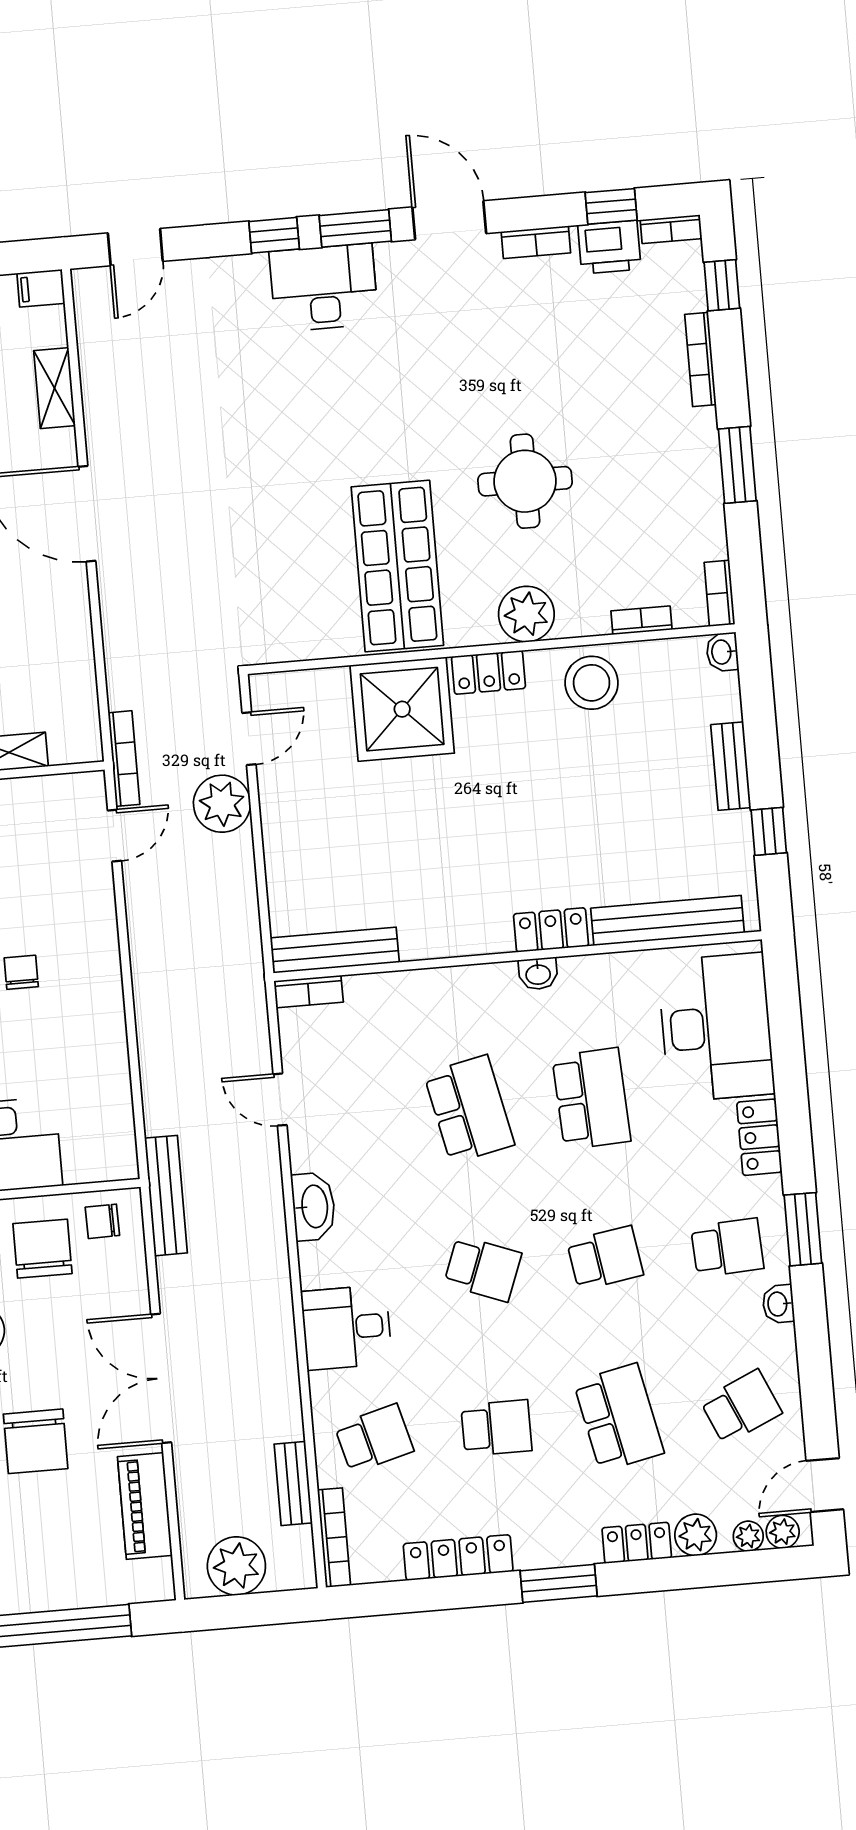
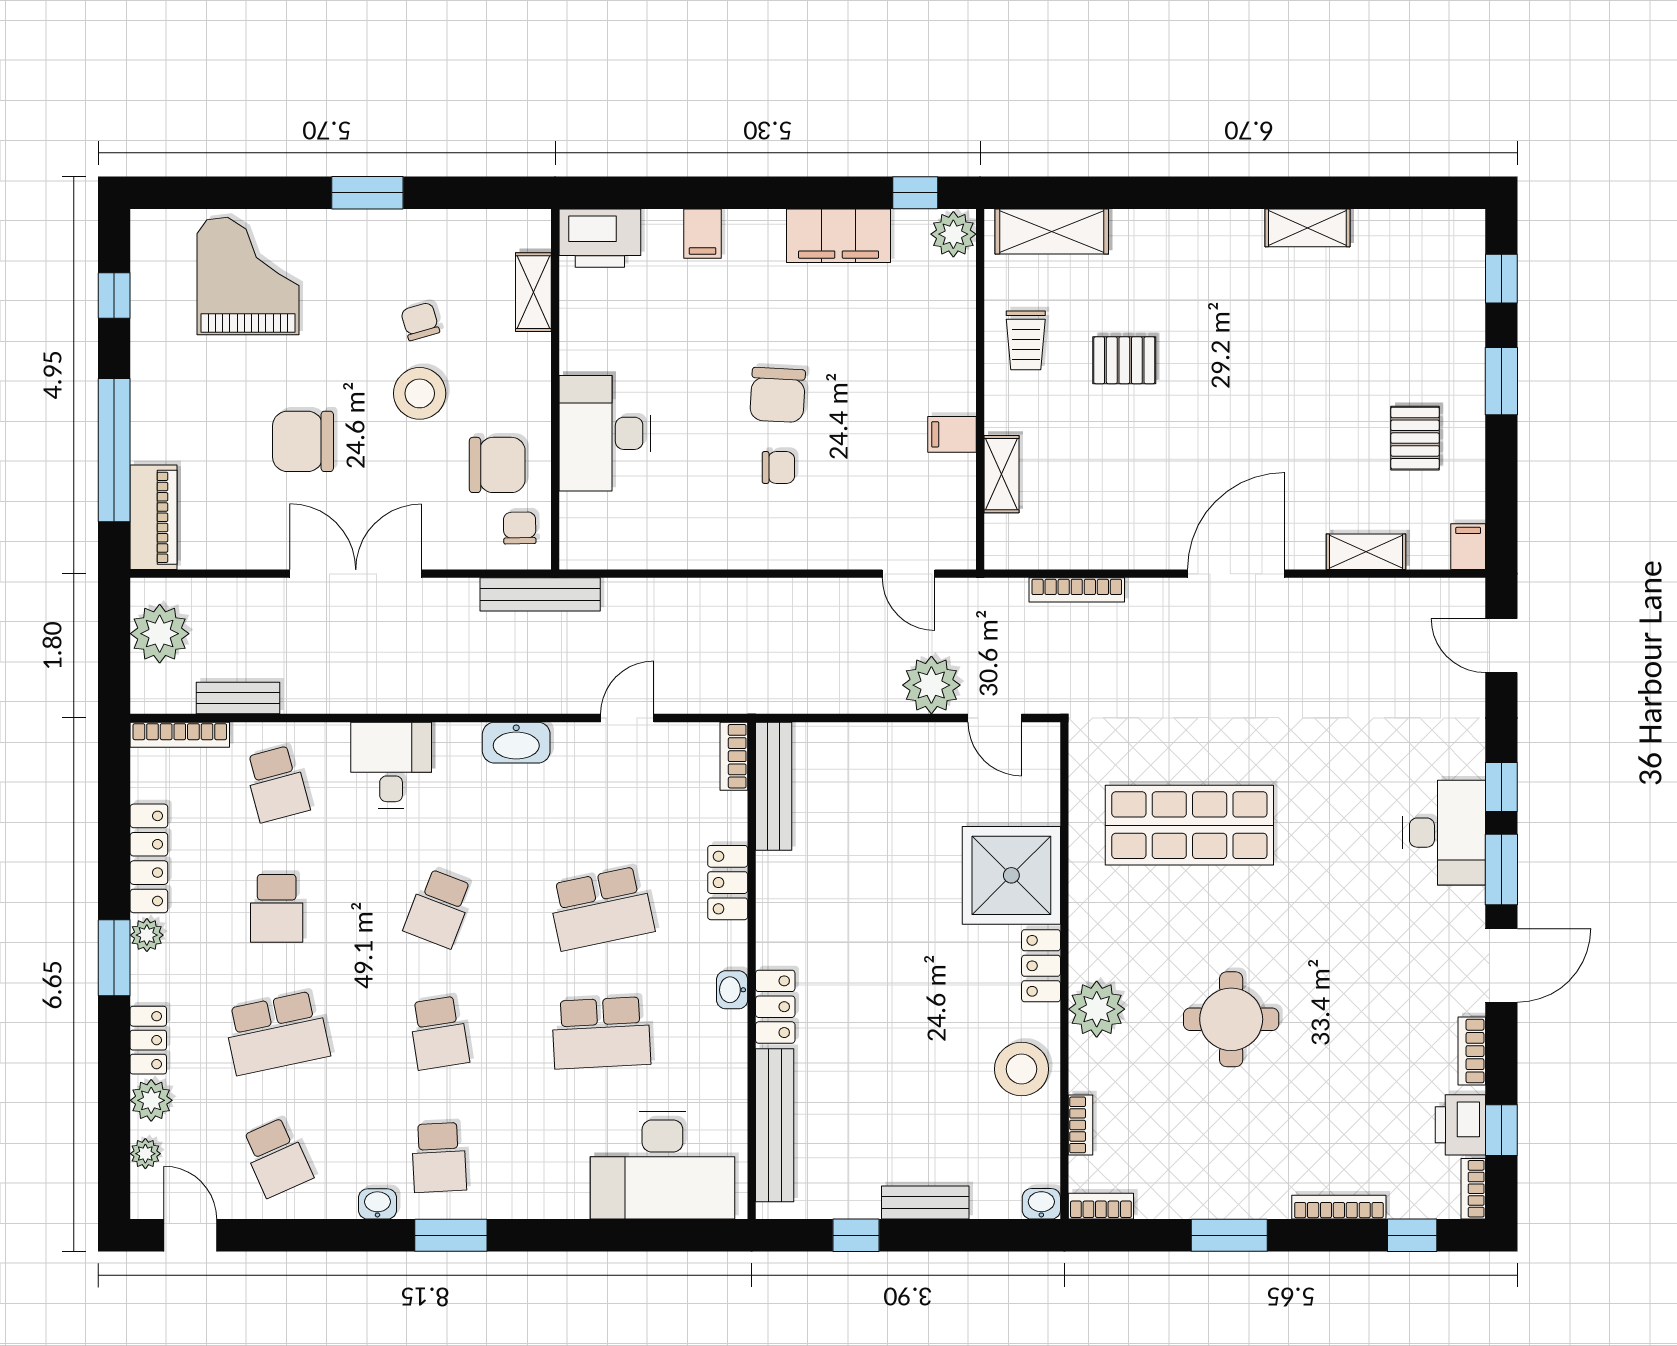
shop shelf: (397, 566) -> (1189, 825), moved
bookcase: (124, 759) -> (1077, 590), moved
locker: (759, 1137) -> (728, 883), moved, turned -90
piano: (145, 1506) -> (154, 517), moved, turned 90
plant: (783, 1532) -> (147, 935), moved

